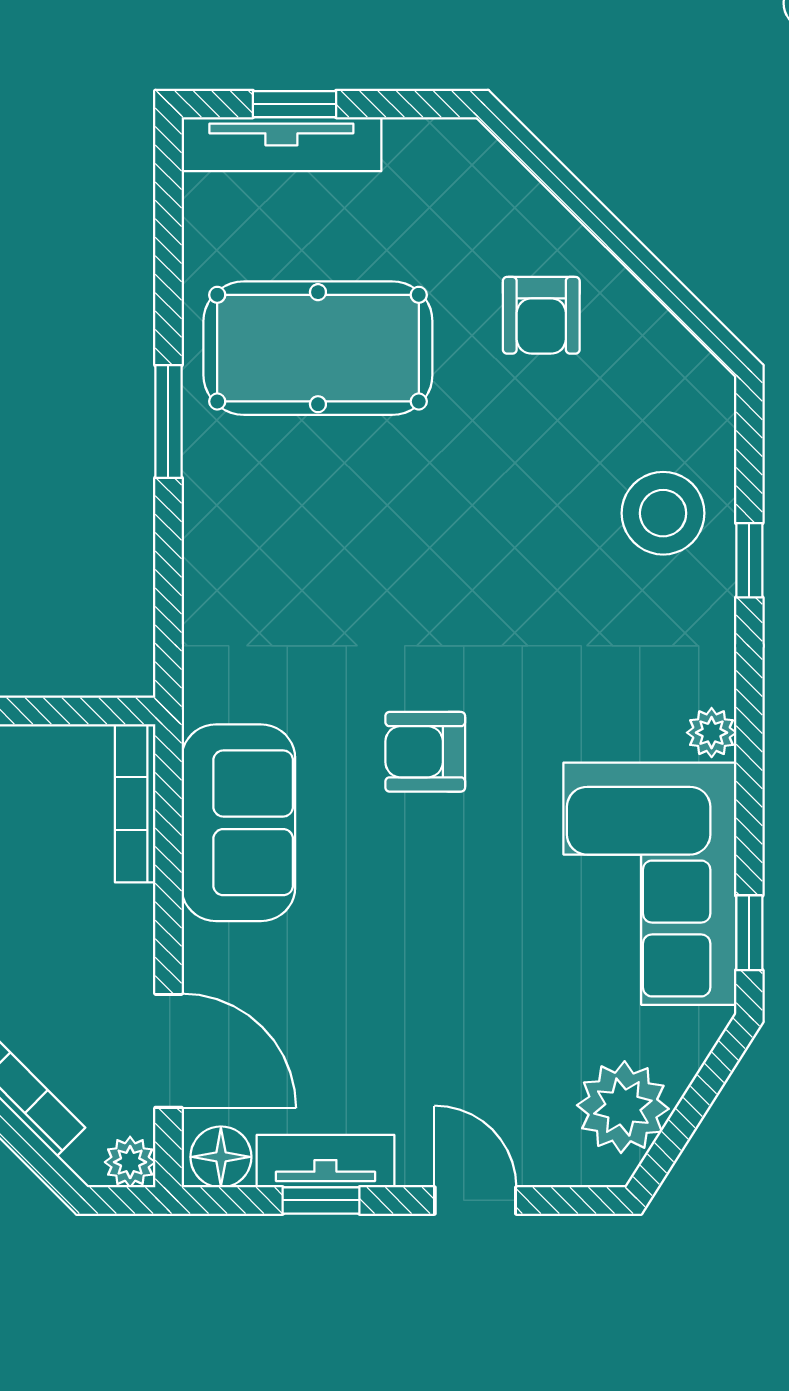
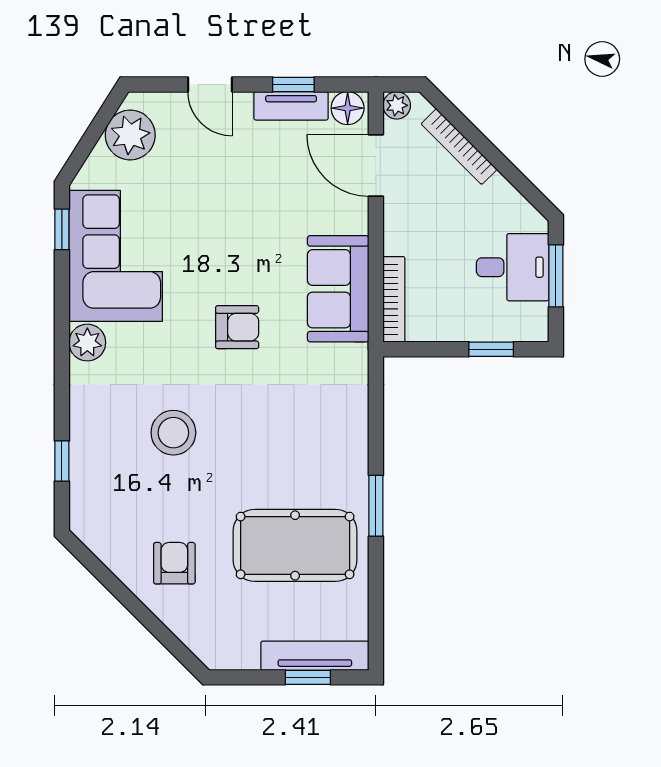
stool: (663, 513) -> (173, 433), moved
window: (749, 560) -> (62, 461), moved
plant: (712, 733) -> (87, 343), width x1.38, depth x1.38

